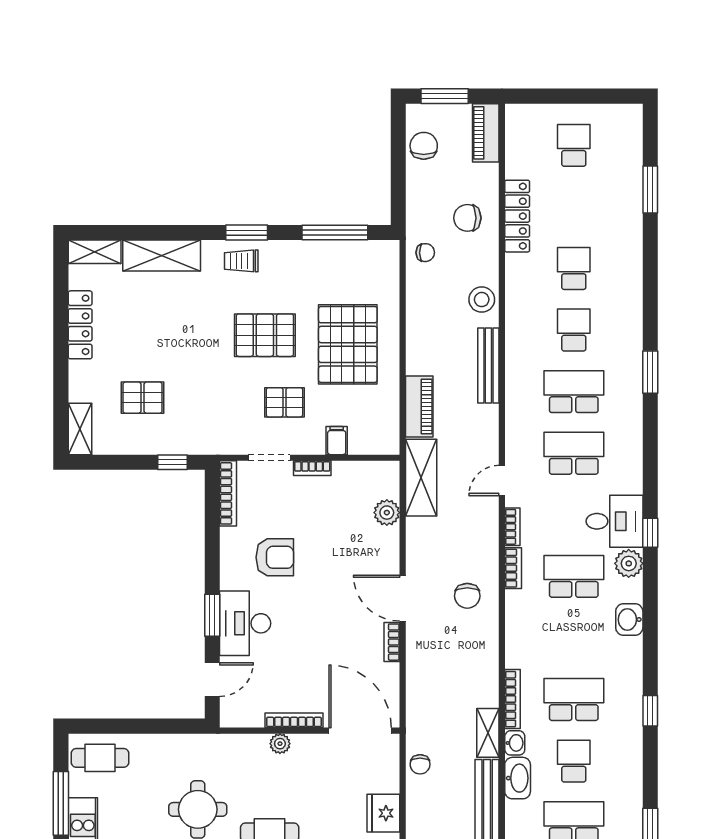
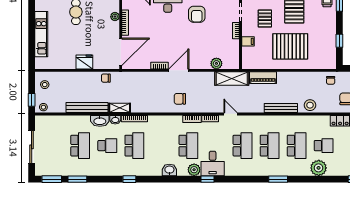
window: (335, 233) -> (339, 41), width x0.46
plant: (625, 280) -> (319, 168), added
school desk: (574, 330) -> (297, 146), width x1.85

